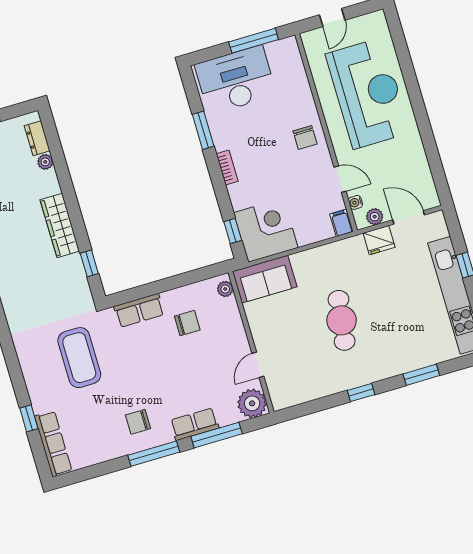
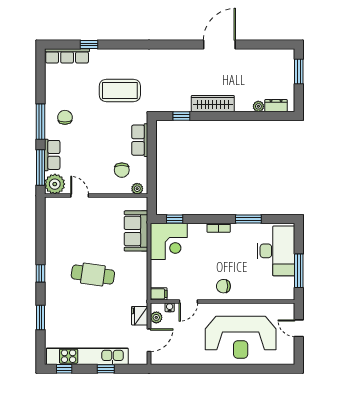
plant: (225, 289) -> (137, 189), moved
wall: (251, 342) -> (96, 196), moved
door: (258, 365) -> (80, 196), moved
plant: (252, 403) -> (55, 184), moved

